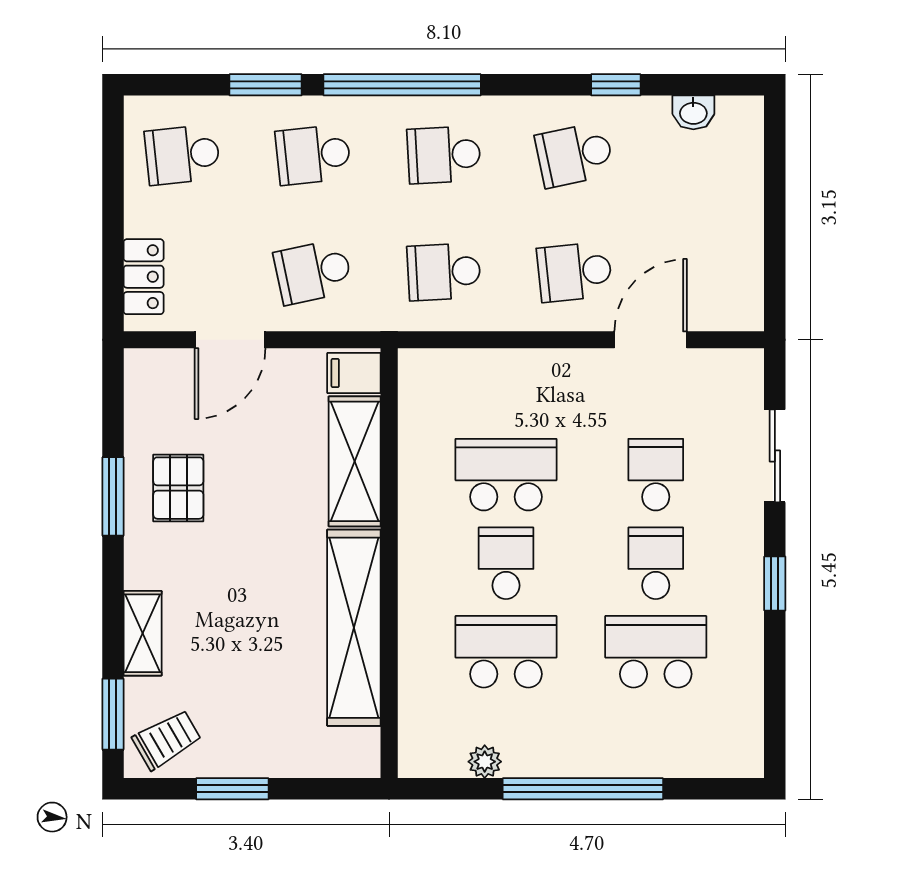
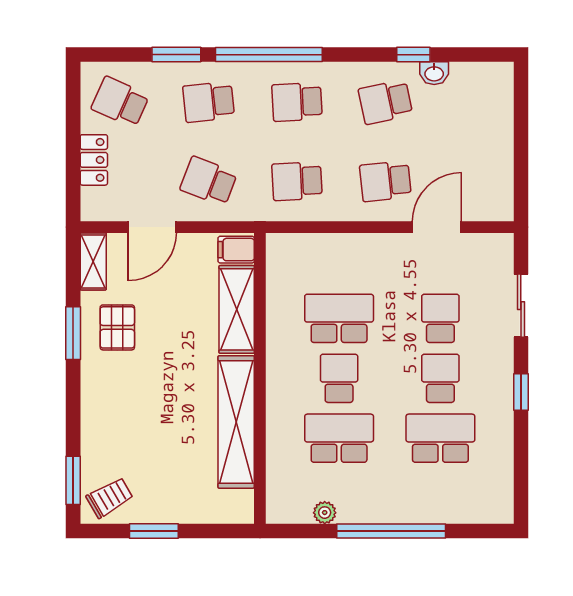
washbasin: (693, 112) -> (434, 73), moved
school desk: (182, 155) -> (120, 102), turned 30
school desk: (313, 272) -> (209, 181), turned 33
locker: (144, 277) -> (94, 160), moved
shelving: (143, 633) -> (93, 261), moved

